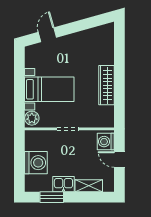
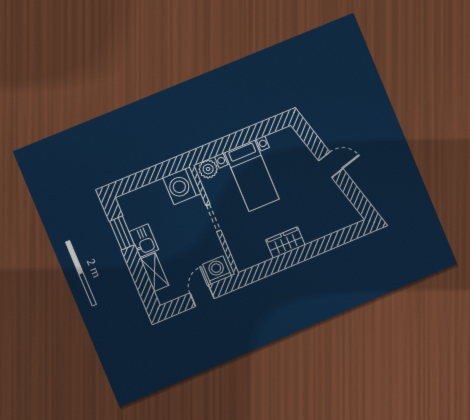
door: (47, 35) -> (331, 165), moved
wardrobe: (106, 85) -> (285, 242), width x0.67
washing machine: (36, 163) -> (182, 186), moved, turned 90

